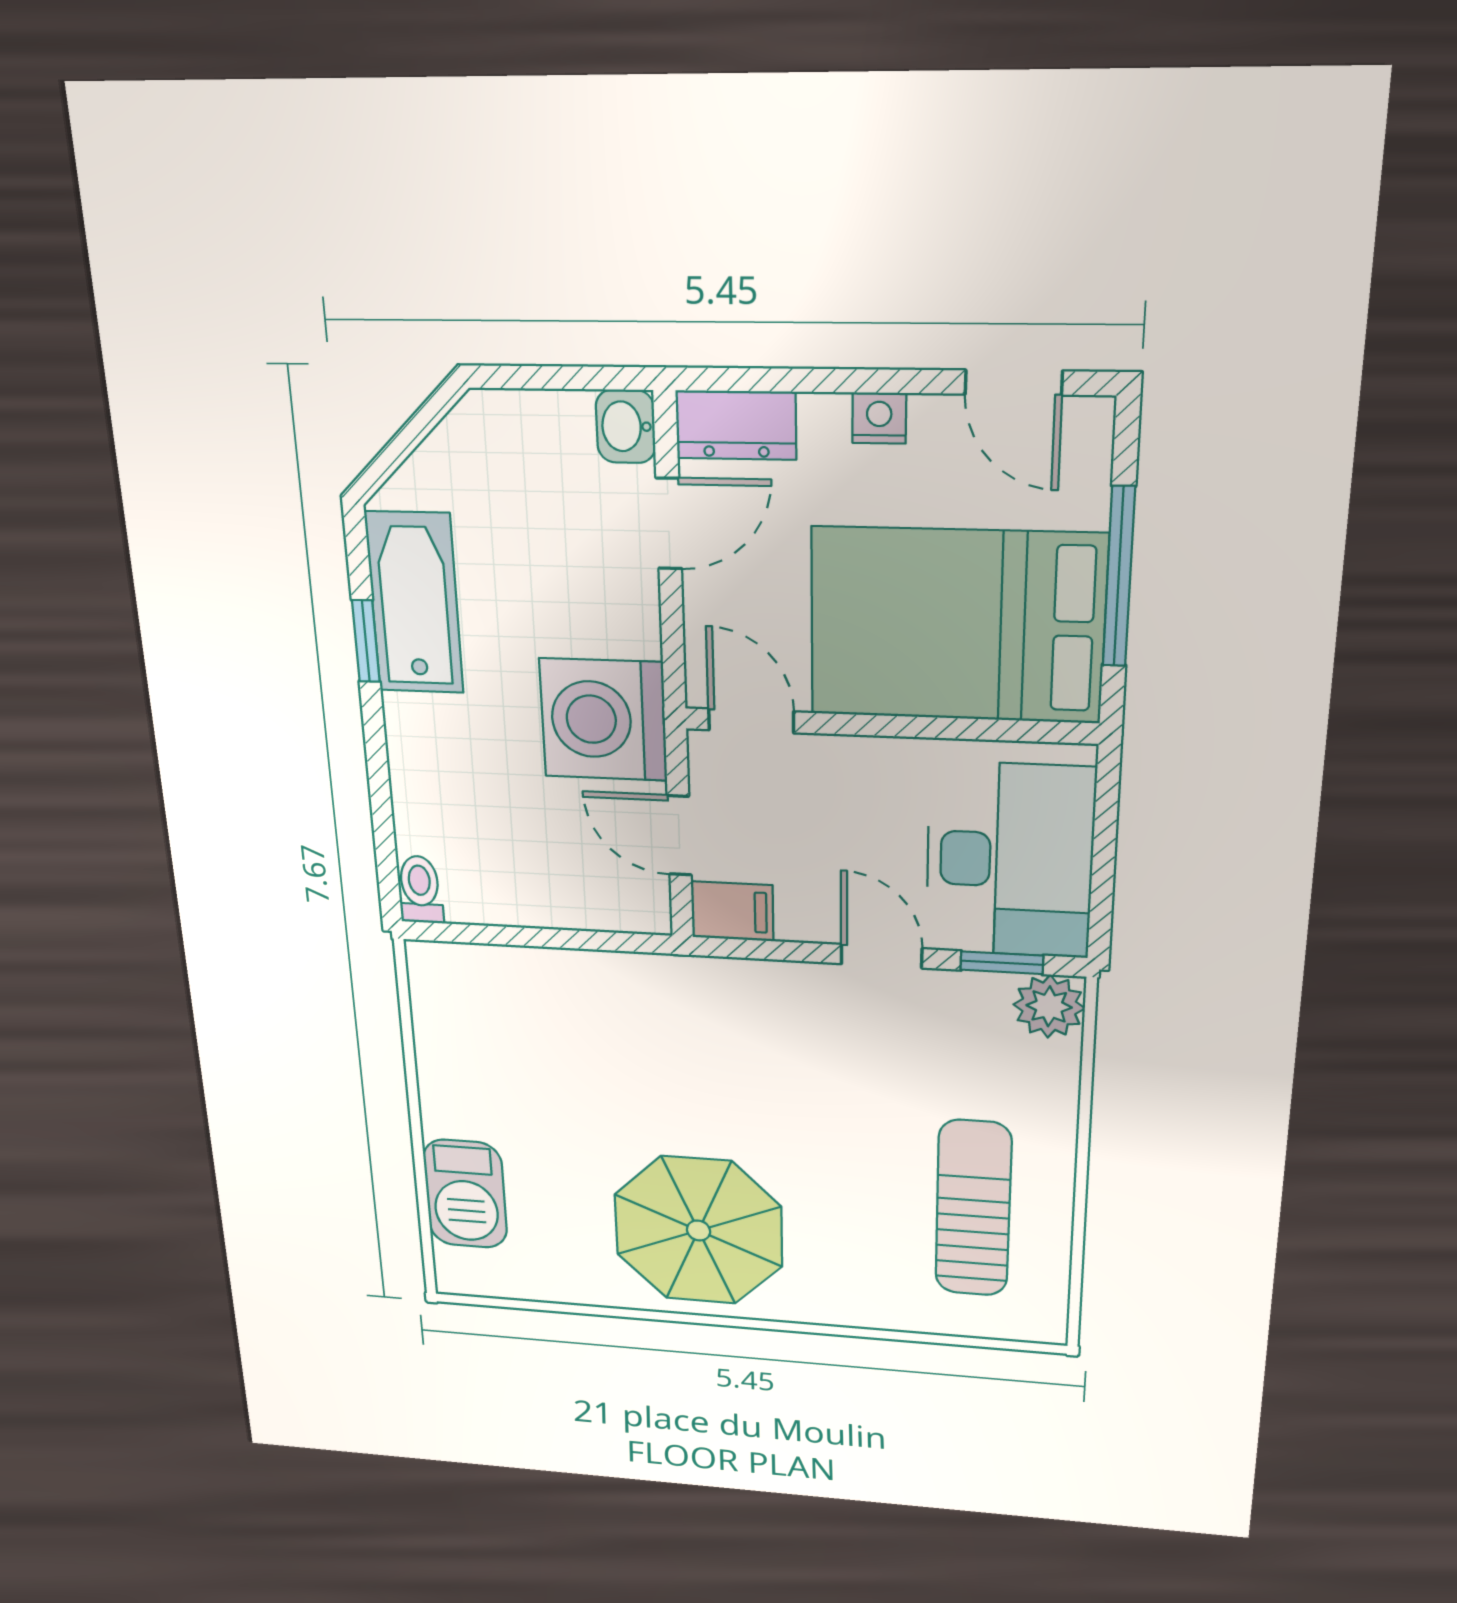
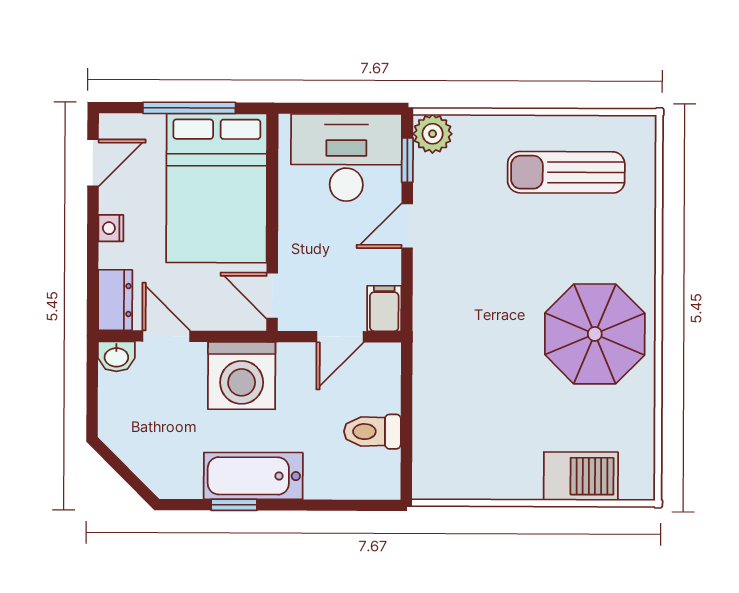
bathtub: (414, 603) -> (253, 476), moved
washing machine: (604, 720) -> (242, 376), moved
door: (751, 721) -> (272, 296), hinge flipped
toilet: (420, 890) -> (372, 432), moved, width x1.37, depth x1.39

